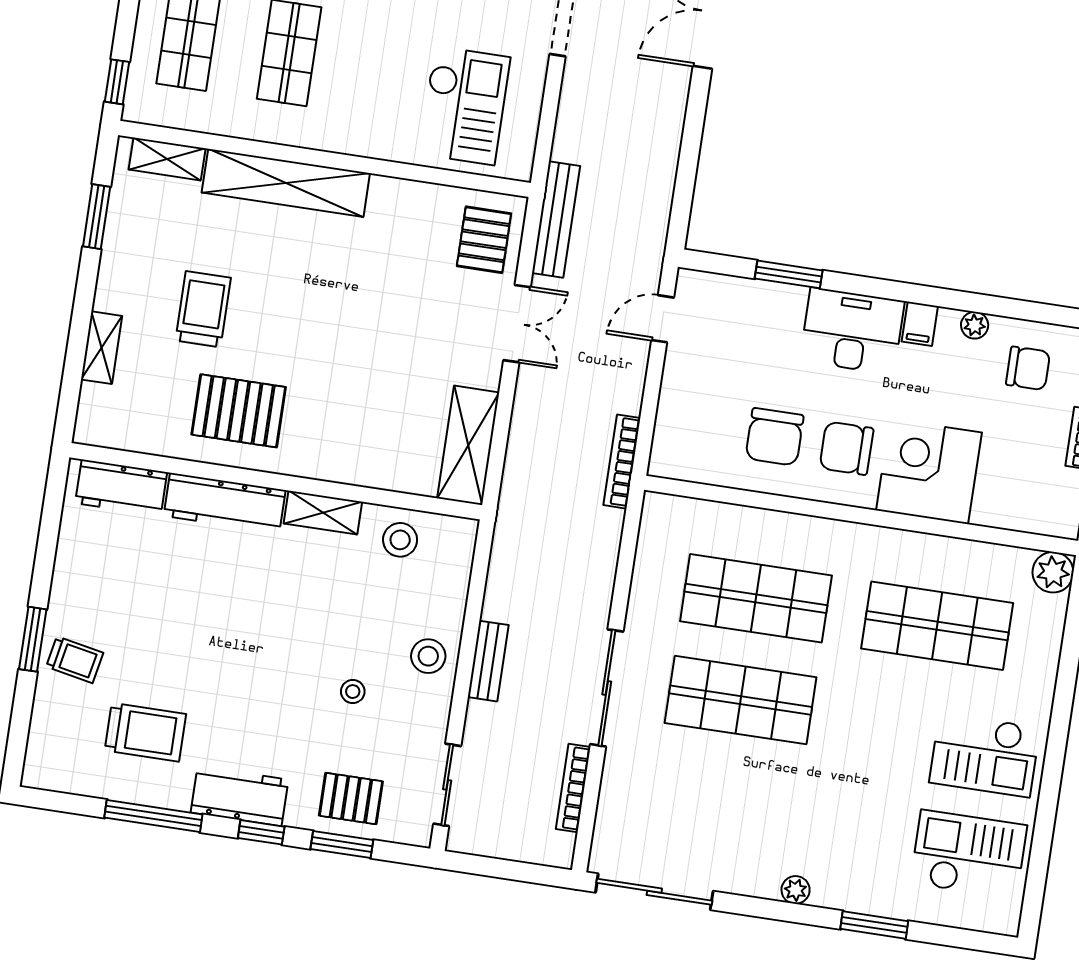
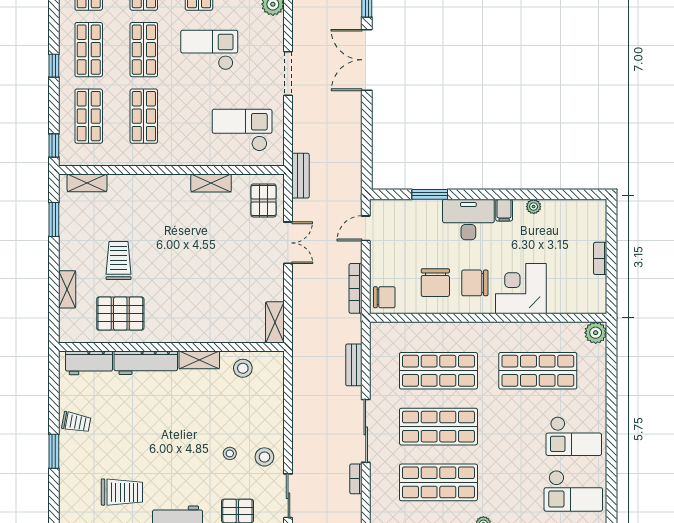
checkout: (464, 106) -> (242, 130), turned -90
shelving: (286, 183) -> (211, 183), moved, width x0.45, depth x0.75
bench: (556, 220) -> (300, 176), width x0.73
chair: (1028, 368) -> (384, 297), moved
pallet: (239, 411) -> (120, 314), moved
shelving: (468, 445) -> (275, 322), width x0.67, depth x0.75
bookcase: (622, 462) -> (355, 288), moved
stool: (428, 656) -> (264, 457), moved
trolley: (75, 660) -> (76, 422), moved
bench: (488, 661) -> (354, 365), moved
bookcase: (573, 788) -> (356, 479), width x0.64
shop shelf: (725, 802) -> (438, 482), added
checkout: (969, 854) -> (573, 491), turned 180

